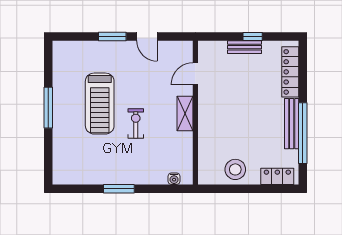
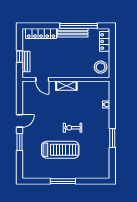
door: (195, 74) -> (42, 79), moved
shelving: (185, 113) -> (66, 86), moved
wall: (195, 113) -> (66, 79), moved

